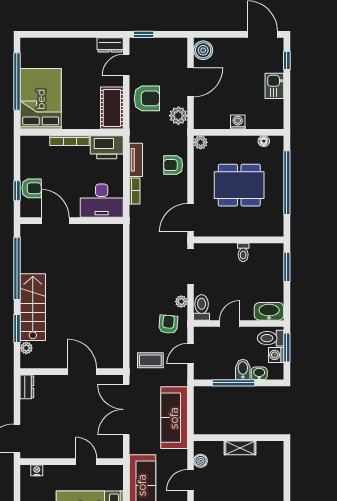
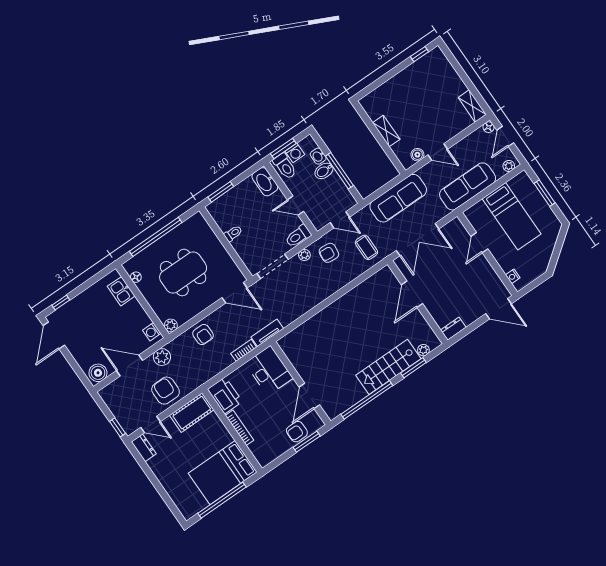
kitchen sink: (274, 86) -> (121, 291), moved, turned 90
washing machine: (238, 122) -> (152, 332), moved
tv unit: (136, 160) -> (267, 333), moved
dining table: (239, 185) -> (183, 273), turned 90
armchair: (32, 188) -> (297, 432), turned -90
window: (17, 191) -> (307, 442), width x1.50

